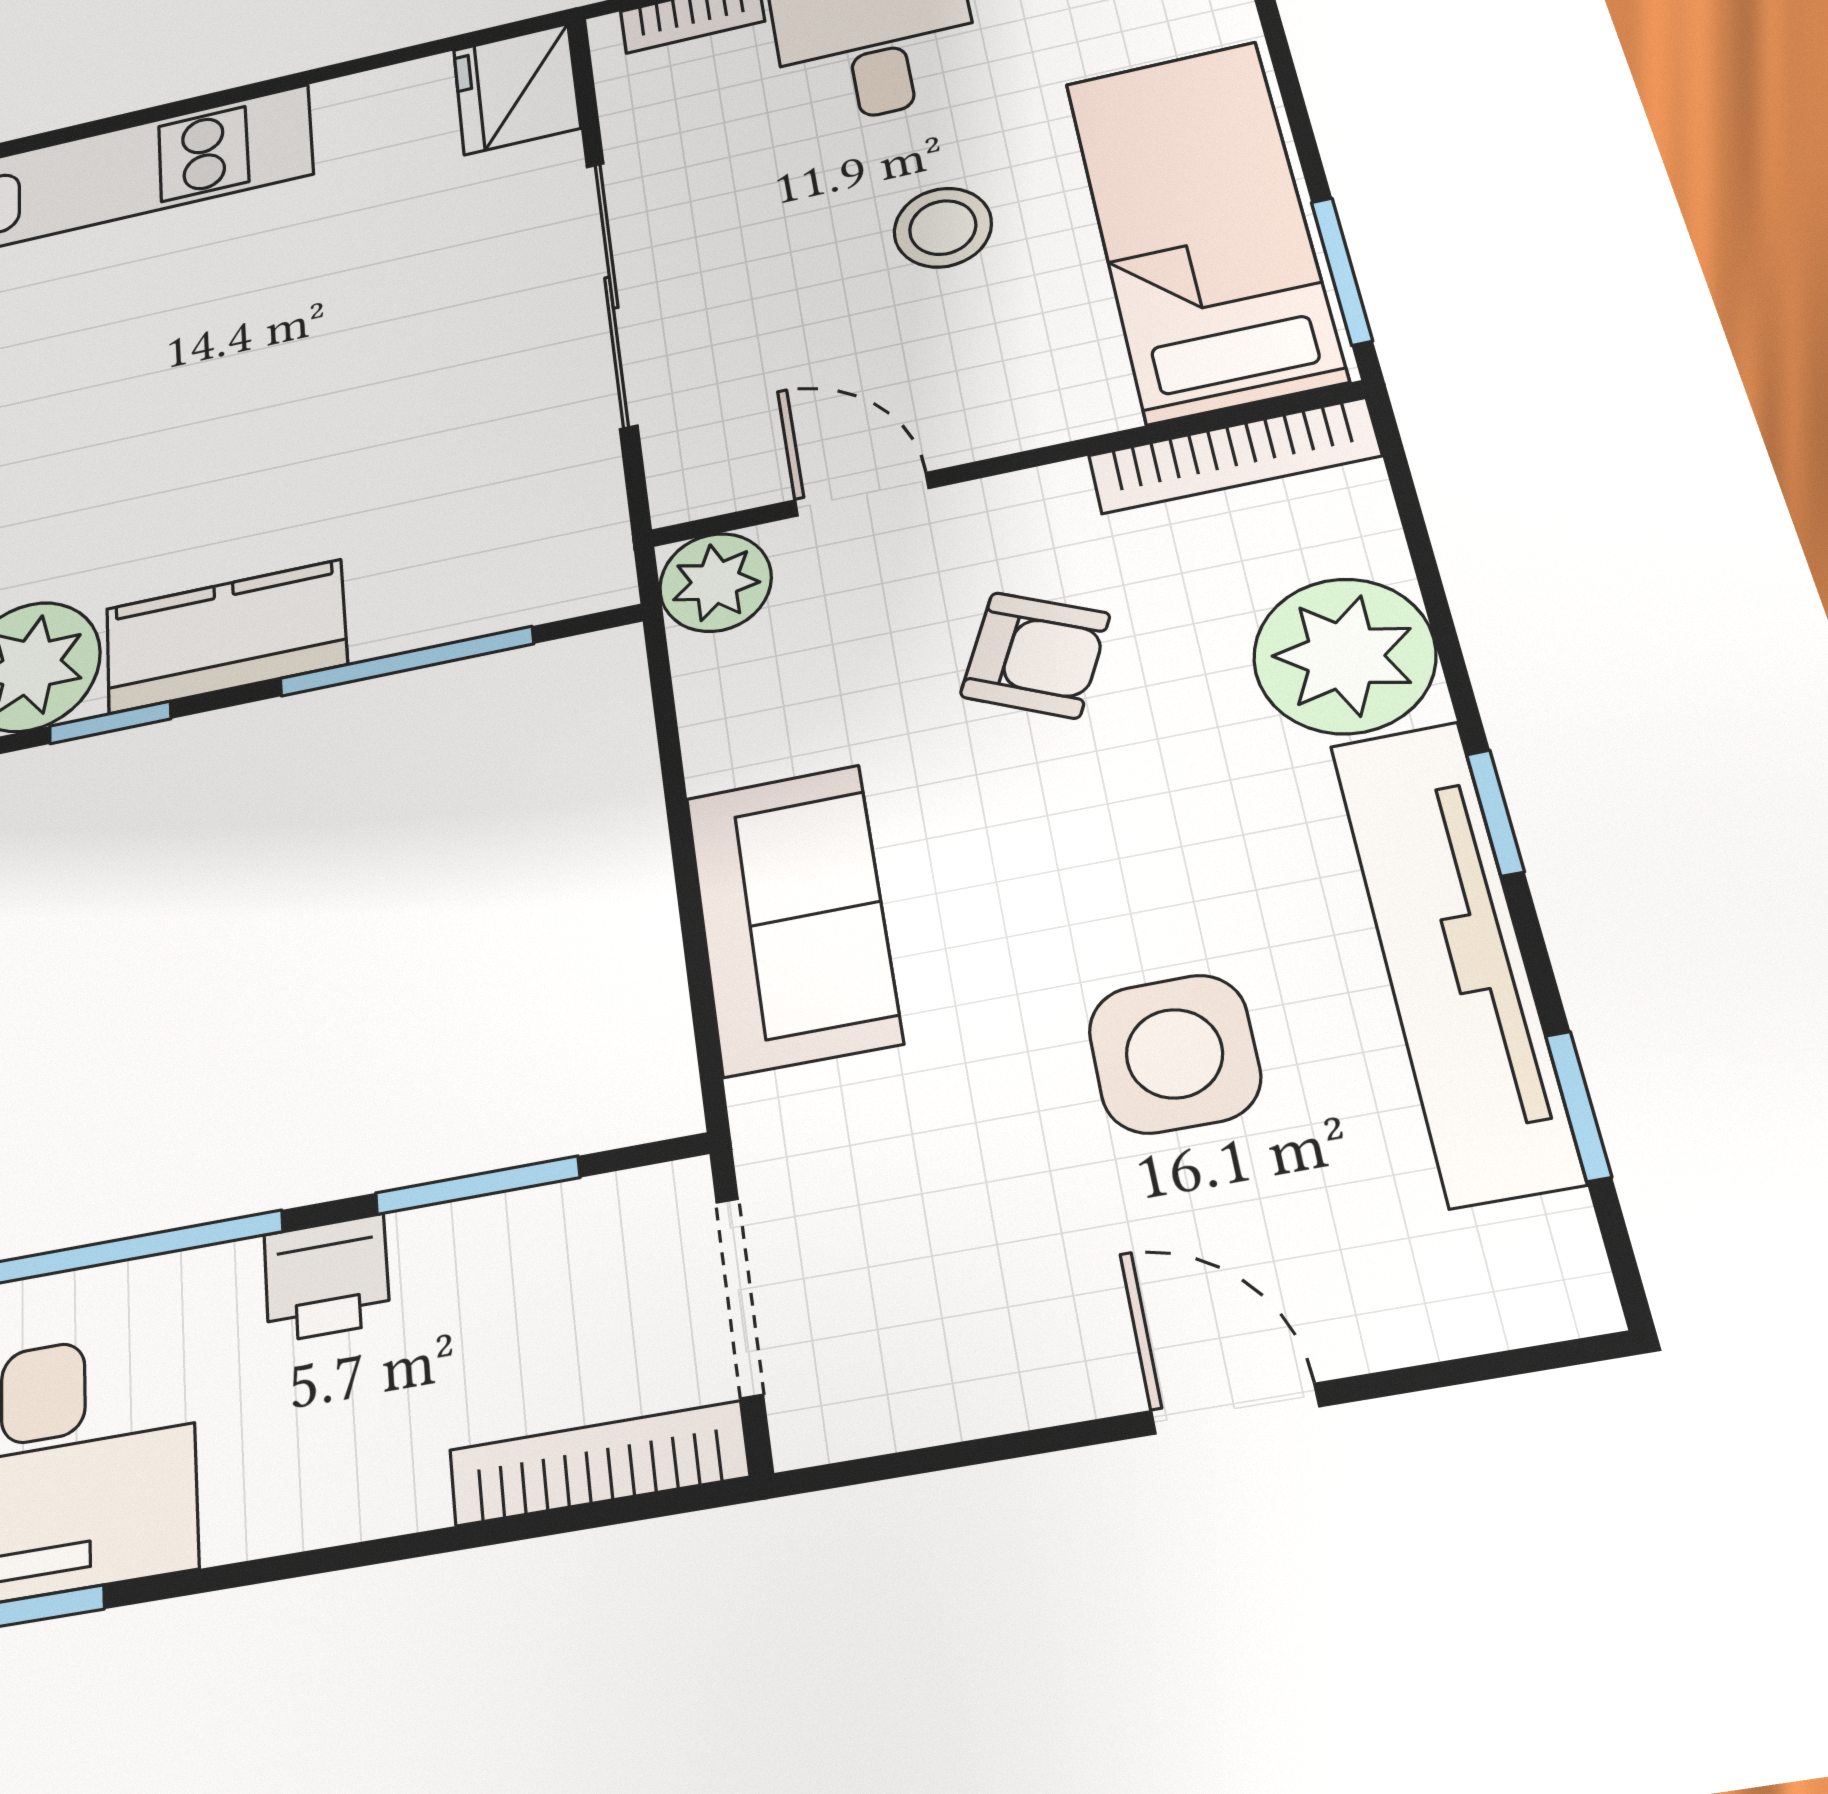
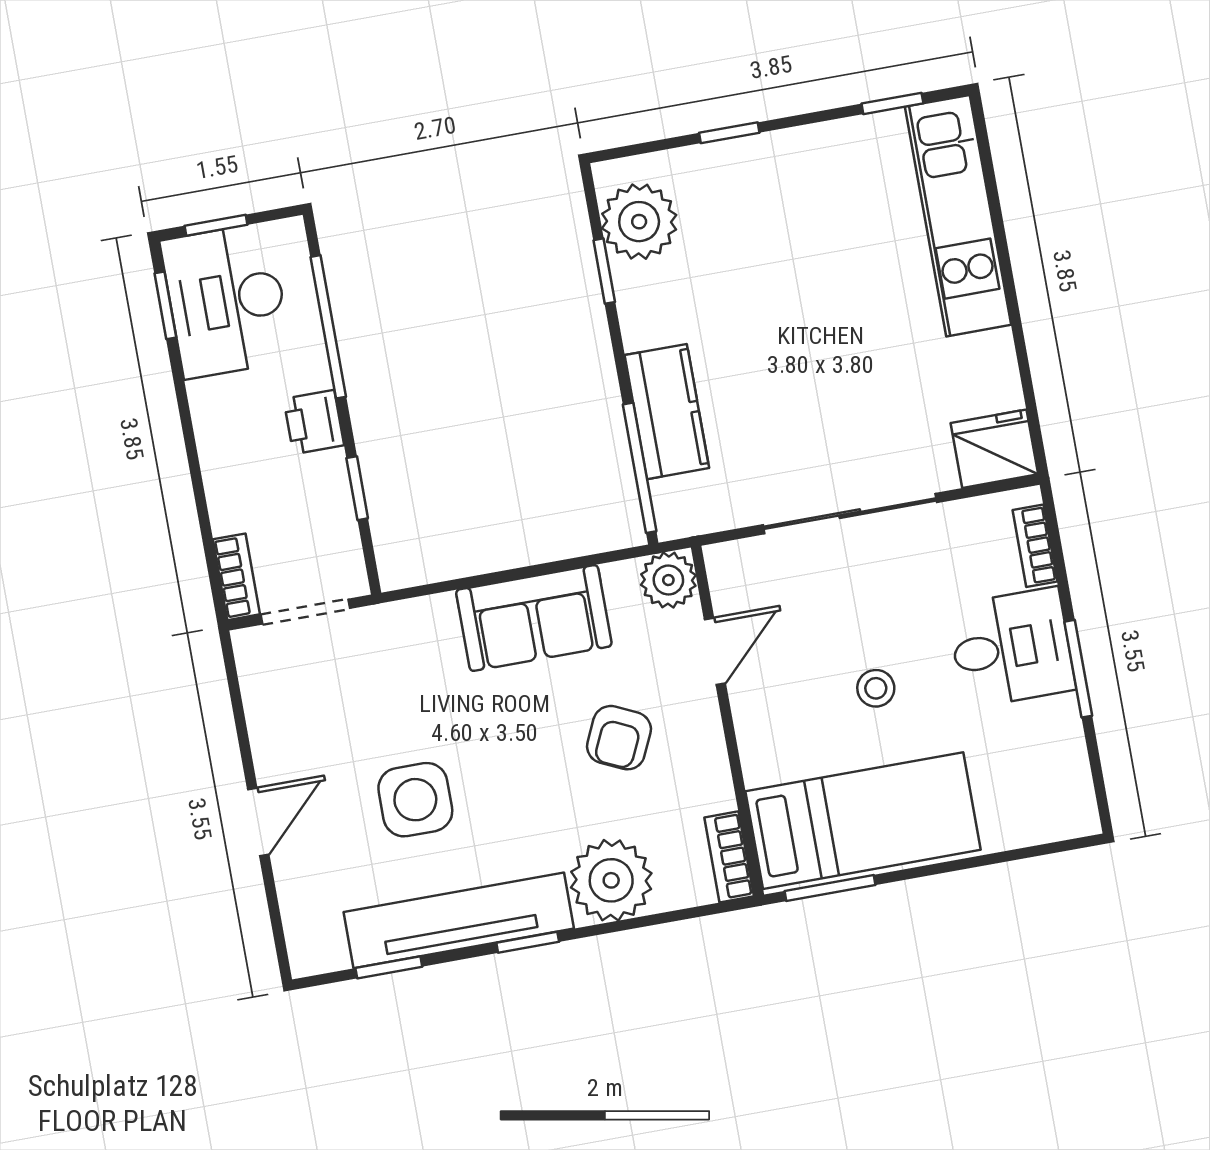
stool: (943, 228) -> (876, 688), width x0.73, depth x0.73
bookcase: (1234, 456) -> (729, 857), width x0.64
kitchen counter: (225, 636) -> (667, 412), moved
window: (406, 661) -> (640, 468), moved
sofa: (792, 918) -> (534, 618), moved
window: (477, 1185) -> (357, 488), width x0.67
bookcase: (598, 1463) -> (236, 577), width x0.64

